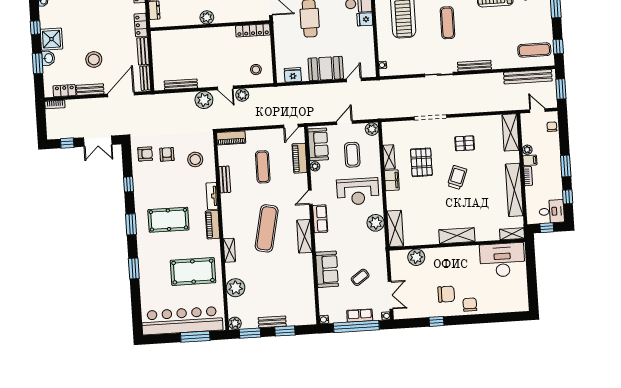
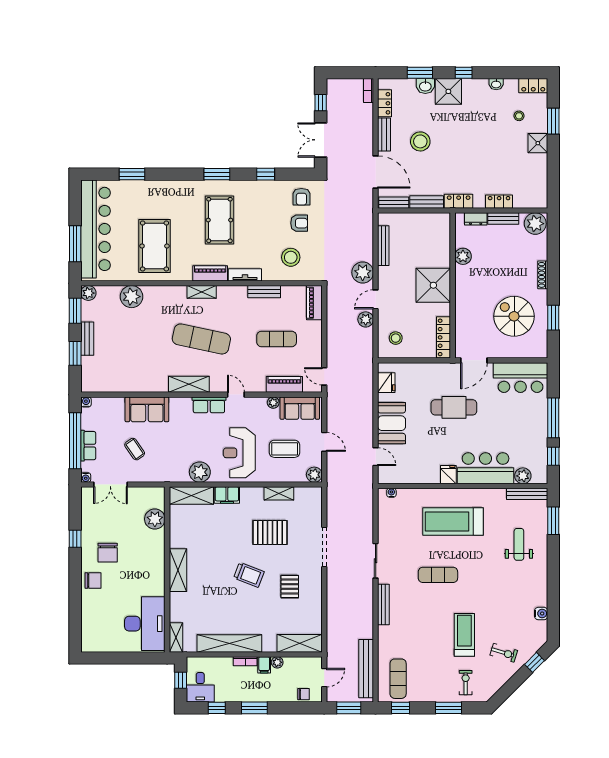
plant: (207, 17) -> (463, 256), moved
shower: (211, 41) -> (433, 285), added
filing cabinet: (392, 180) -> (227, 495), moved
shelving: (229, 250) -> (202, 292), moved
window: (134, 269) -> (132, 174), moved

